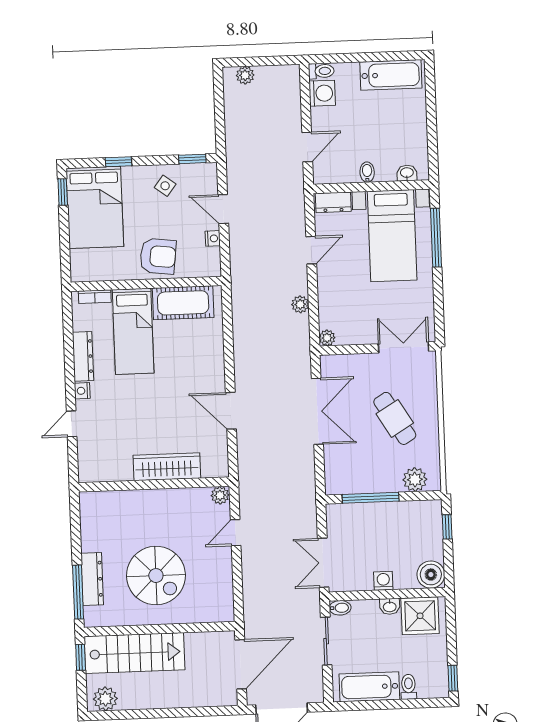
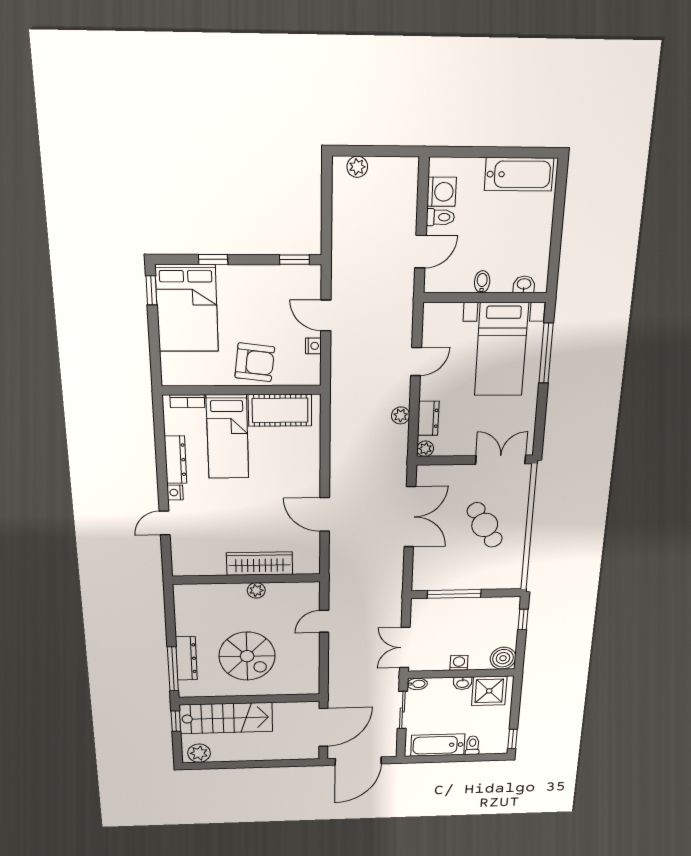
toilet: (321, 71) -> (440, 217), moved
side table: (165, 186) -> (264, 288), removed
dresser: (333, 202) -> (428, 418), moved, turned -90
plant: (415, 480) -> (498, 579), removed
plant: (220, 495) -> (256, 590), moved

